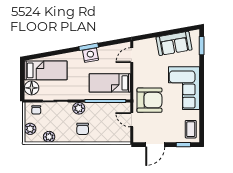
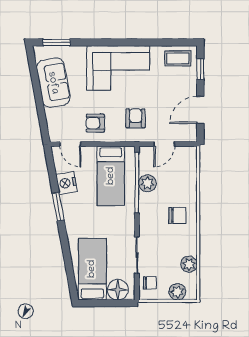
nightstand: (91, 55) -> (66, 183), moved
armchair: (146, 72) -> (95, 123), added
armchair: (149, 100) -> (136, 118), width x0.53, depth x0.53
plant: (79, 108) -> (147, 183), moved
door: (155, 145) -> (200, 110), swing flipped

